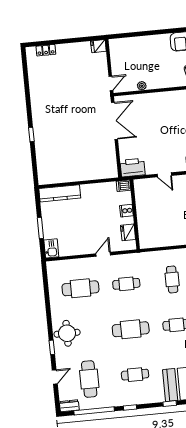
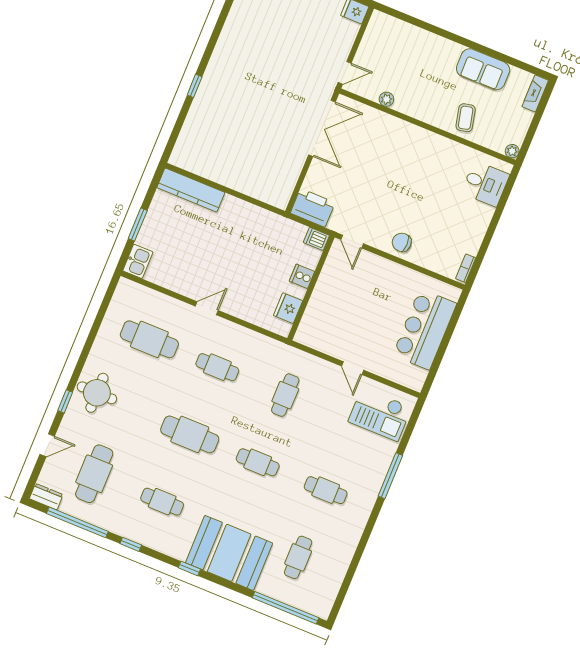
dishwasher: (124, 186) -> (316, 239), moved
cooker: (126, 211) -> (302, 276), moved
wall: (135, 214) -> (311, 288), moved
fridge: (128, 232) -> (288, 308), moved

